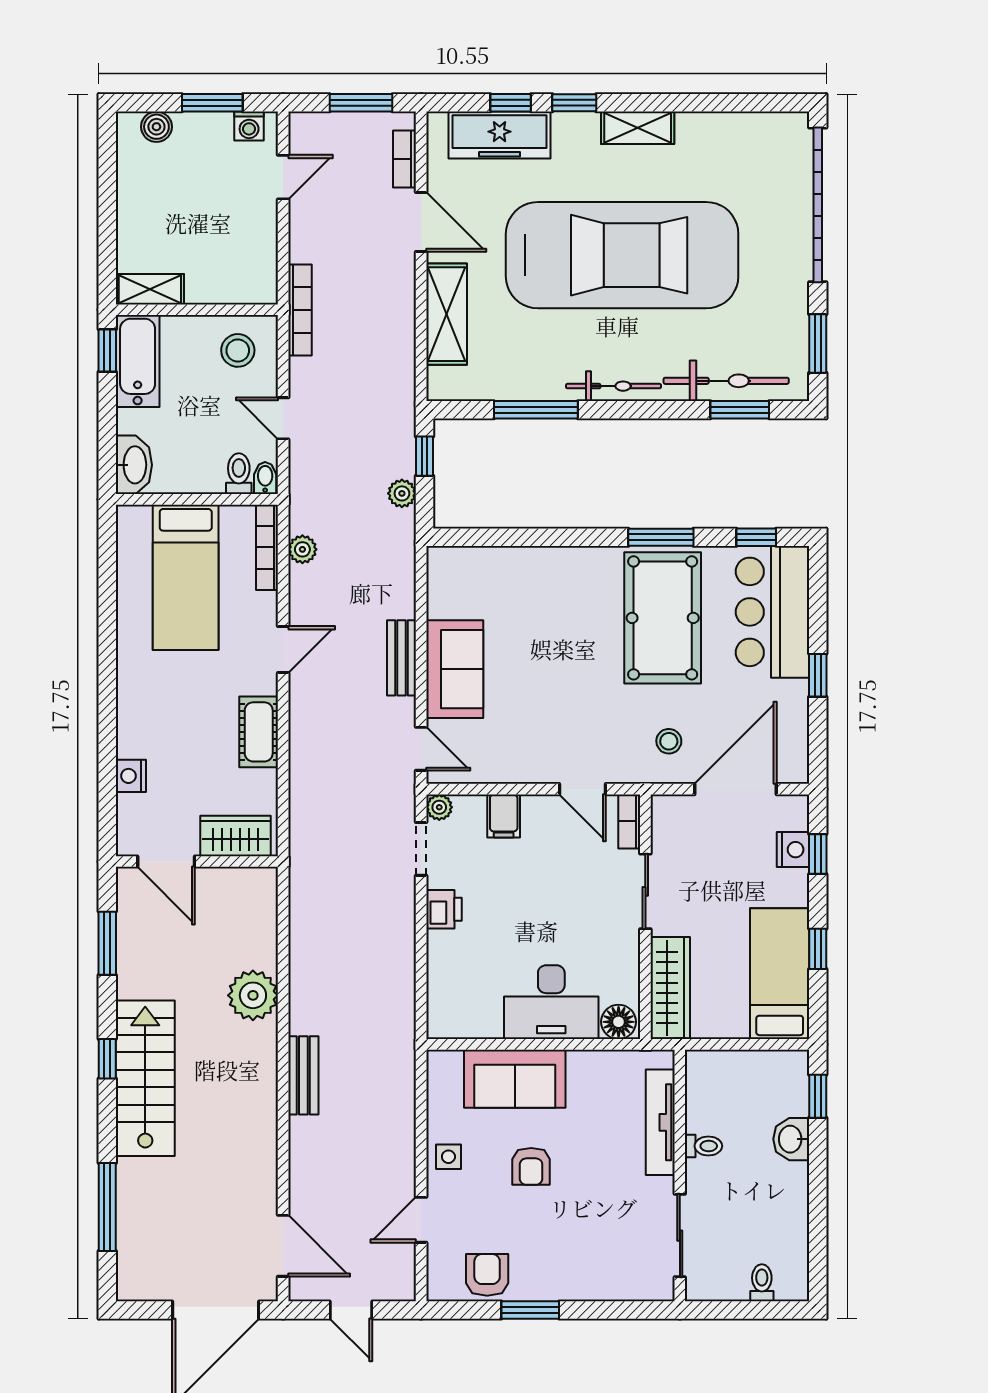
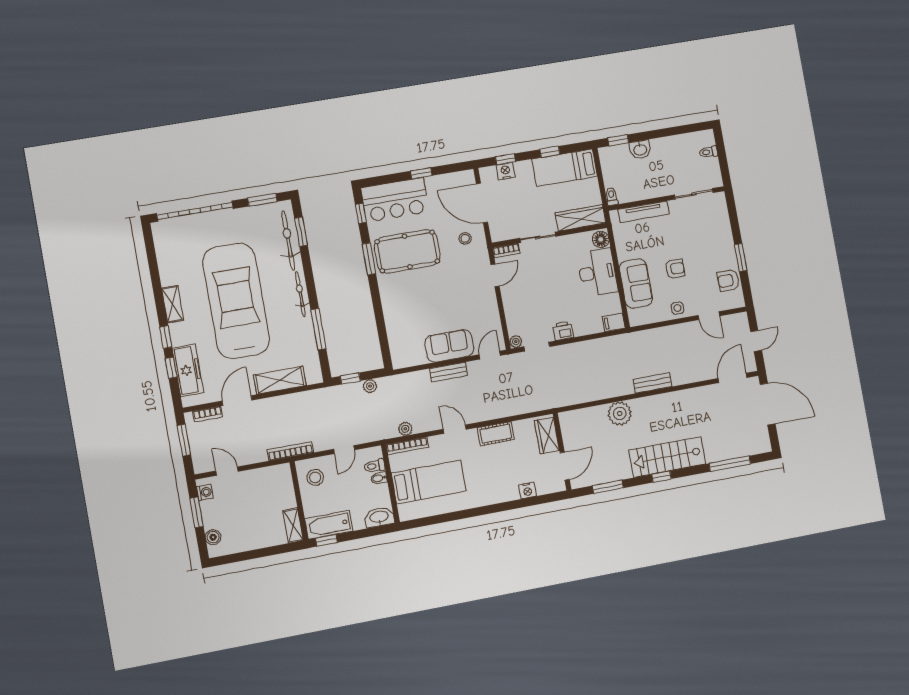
bidet: (265, 478) -> (379, 478), moved
filing cabinet: (504, 816) -> (614, 322), moved, turned 180
toilet: (704, 1146) -> (612, 197), moved

